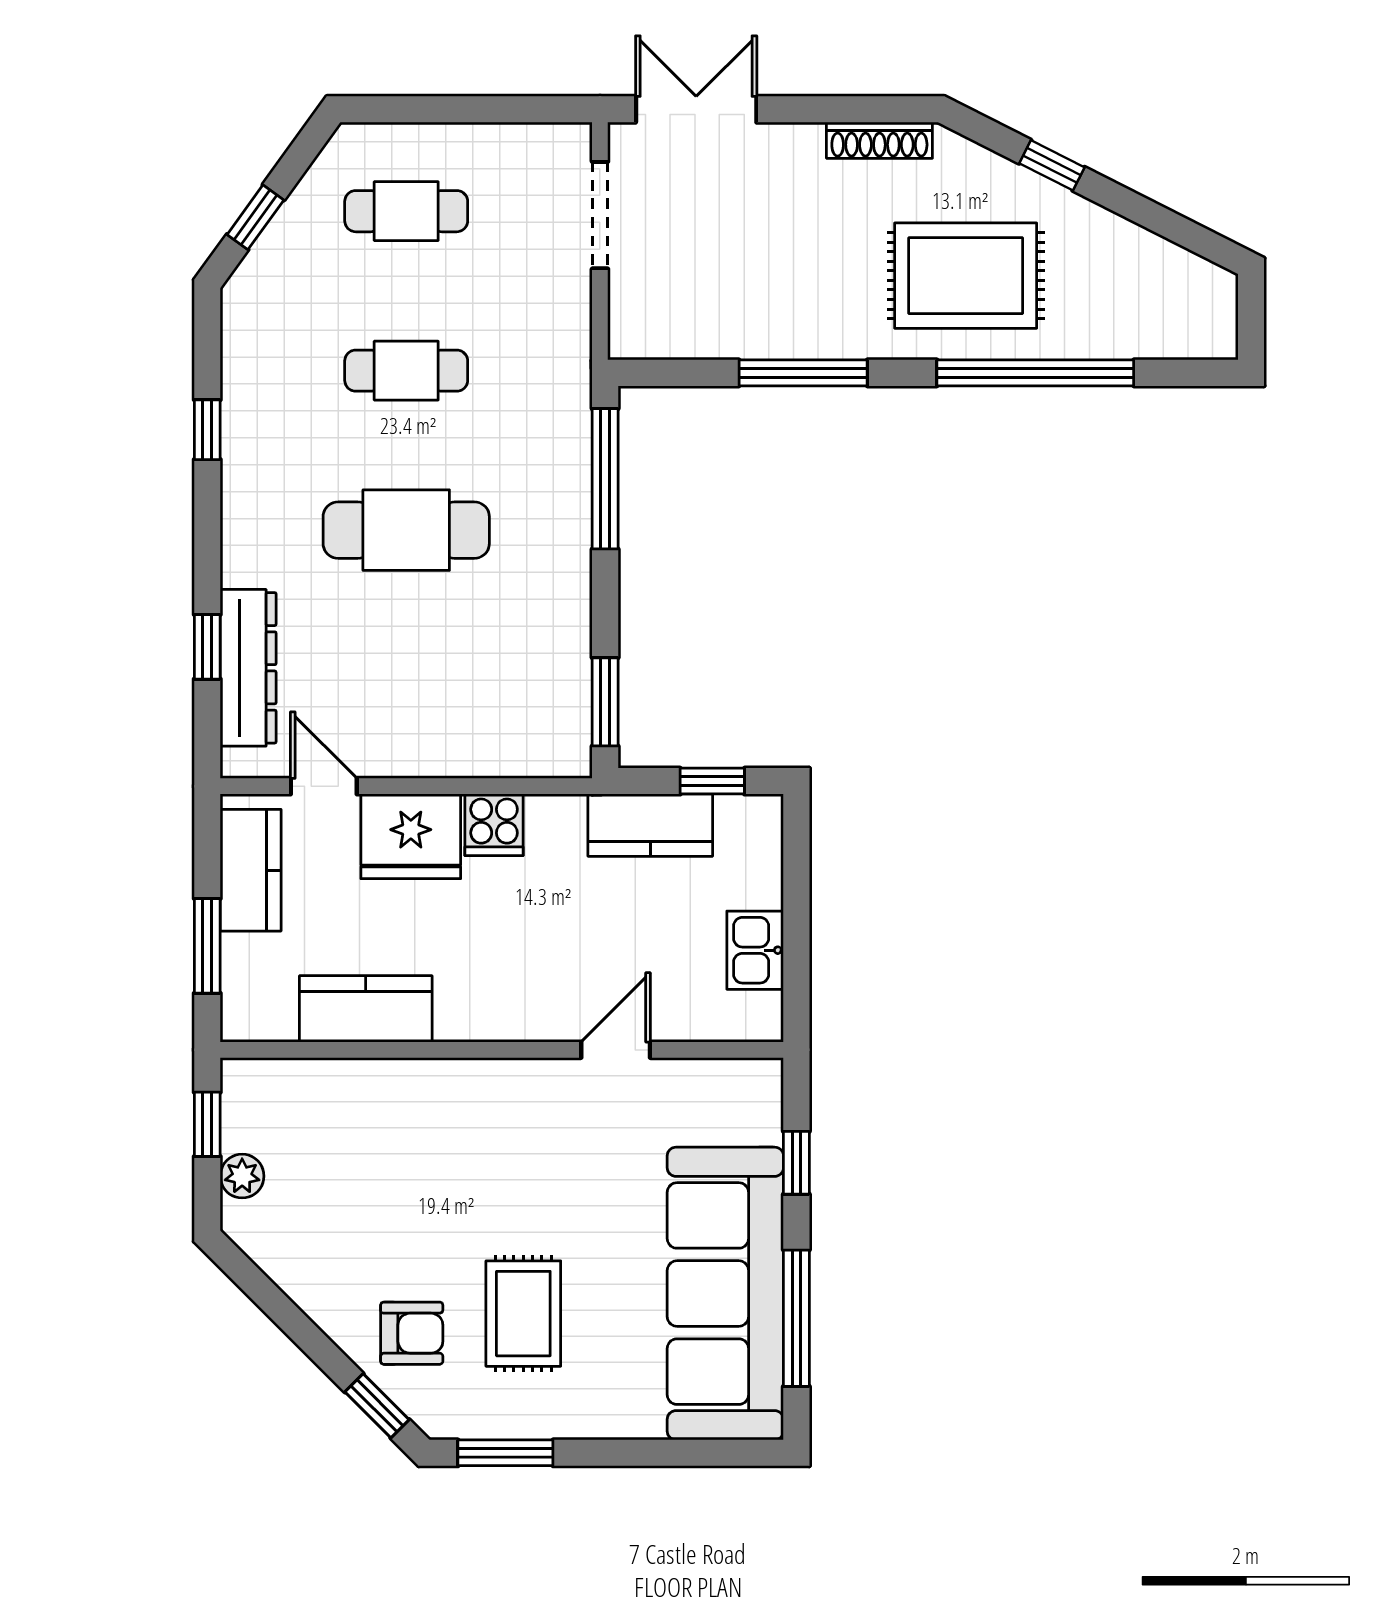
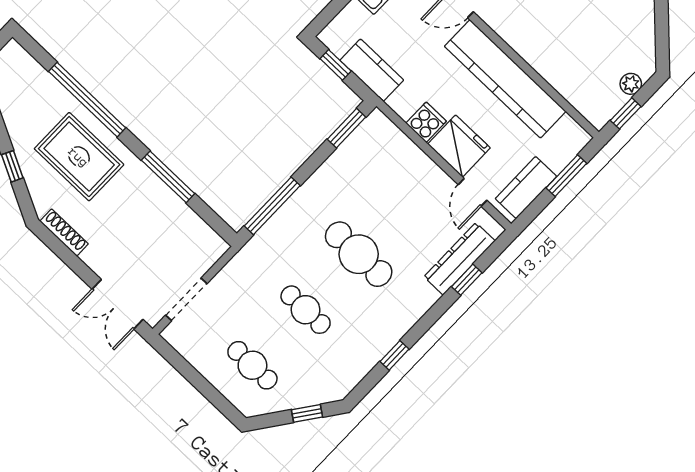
kitchen counter: (366, 1009) -> (505, 79), width x2.08, depth x1.17

